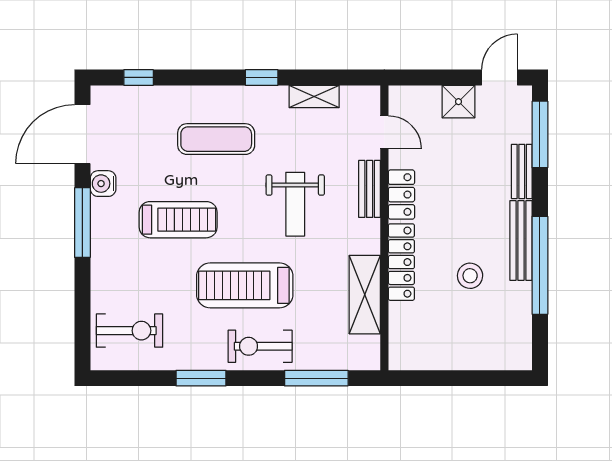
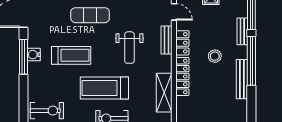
water cooler: (103, 184) -> (34, 55), moved
bench: (521, 240) -> (242, 79), moved
window: (540, 265) -> (251, 61), moved
stool: (470, 276) -> (215, 56), moved

